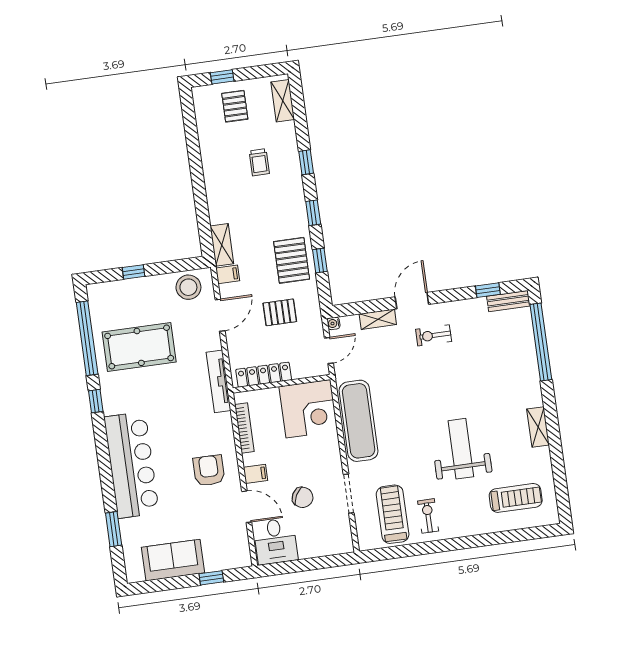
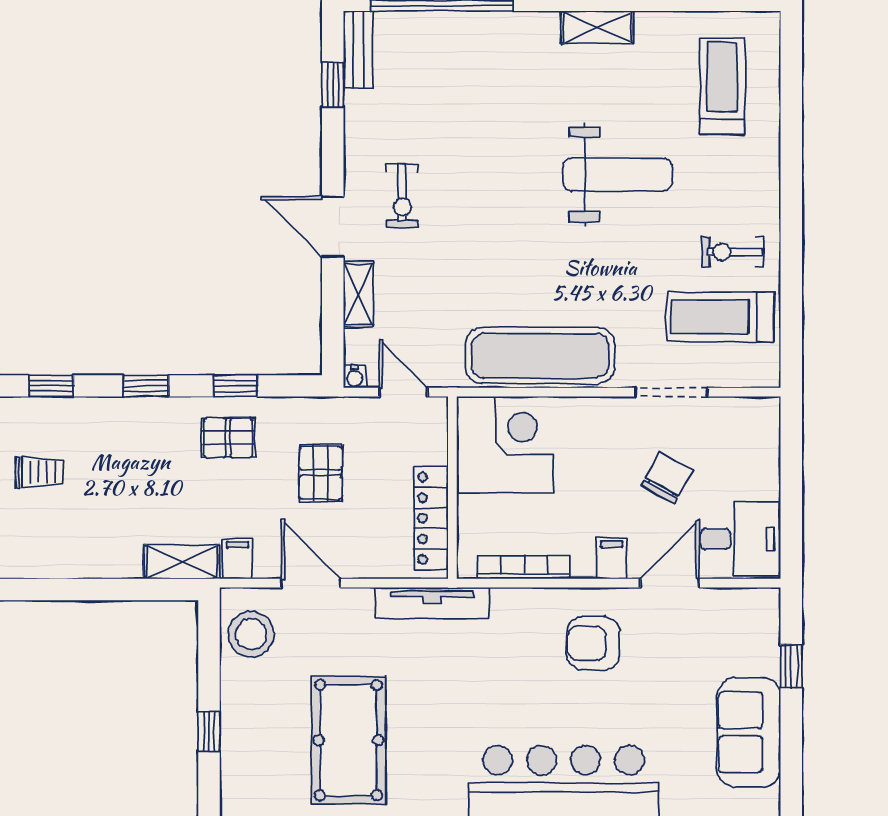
pallet: (292, 260) -> (228, 438), width x0.67, depth x0.71
weight bench: (461, 449) -> (618, 175), turned 180

